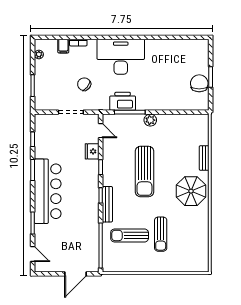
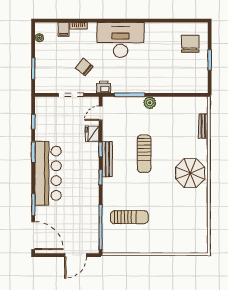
chair: (199, 83) -> (190, 44), moved
printer: (123, 101) -> (104, 87), moved, width x0.53, depth x0.68
door: (101, 131) -> (101, 113), swing flipped
bench: (204, 158) -> (203, 126), moved
sun lounger: (144, 172) -> (144, 154), width x0.73, depth x0.75
bench: (107, 204) -> (107, 159), moved
sun lounger: (161, 234) -> (160, 216), removed
sun lounger: (130, 235) -> (129, 217), turned 180
door: (33, 254) -> (33, 236), width x1.87

